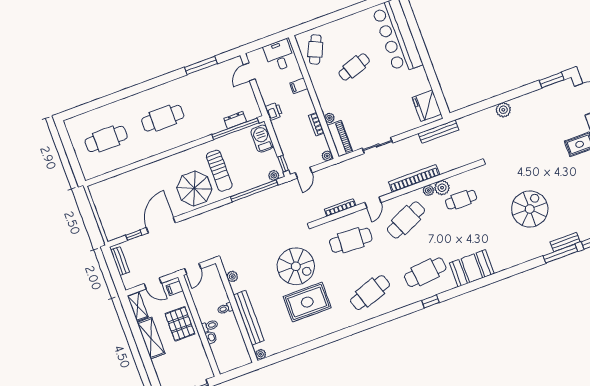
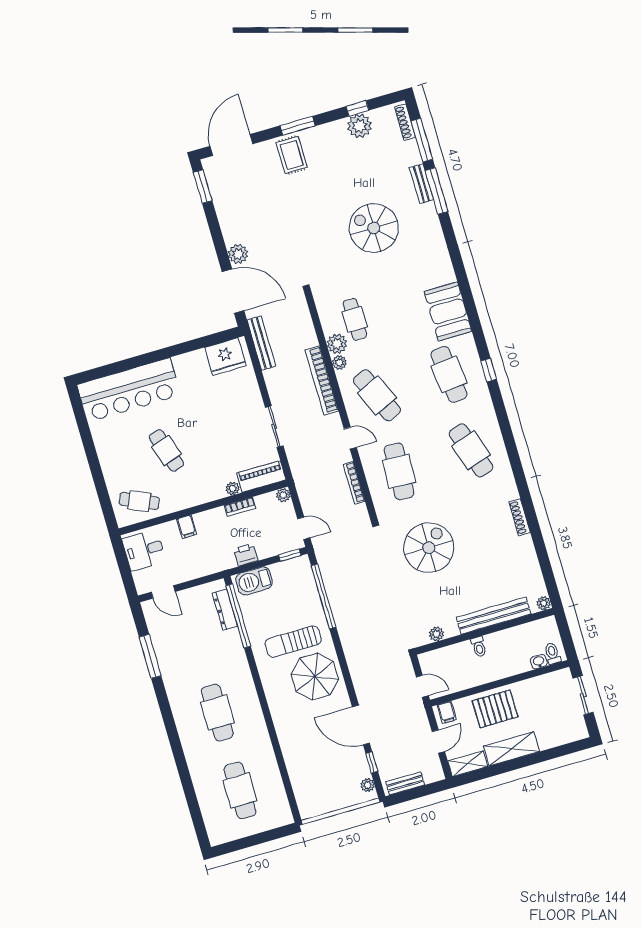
door: (476, 108) -> (233, 291), added
printer: (274, 111) -> (246, 555), moved
dresser: (235, 120) -> (225, 610), width x1.44
sun lounger: (219, 171) -> (293, 642), turned 180
plant: (274, 175) -> (368, 785), moved
rug: (307, 302) -> (478, 536), removed
toilet: (210, 326) -> (552, 654), moved
shoe rack: (323, 332) -> (520, 517), added
washbasin: (211, 337) -> (539, 662), moved

